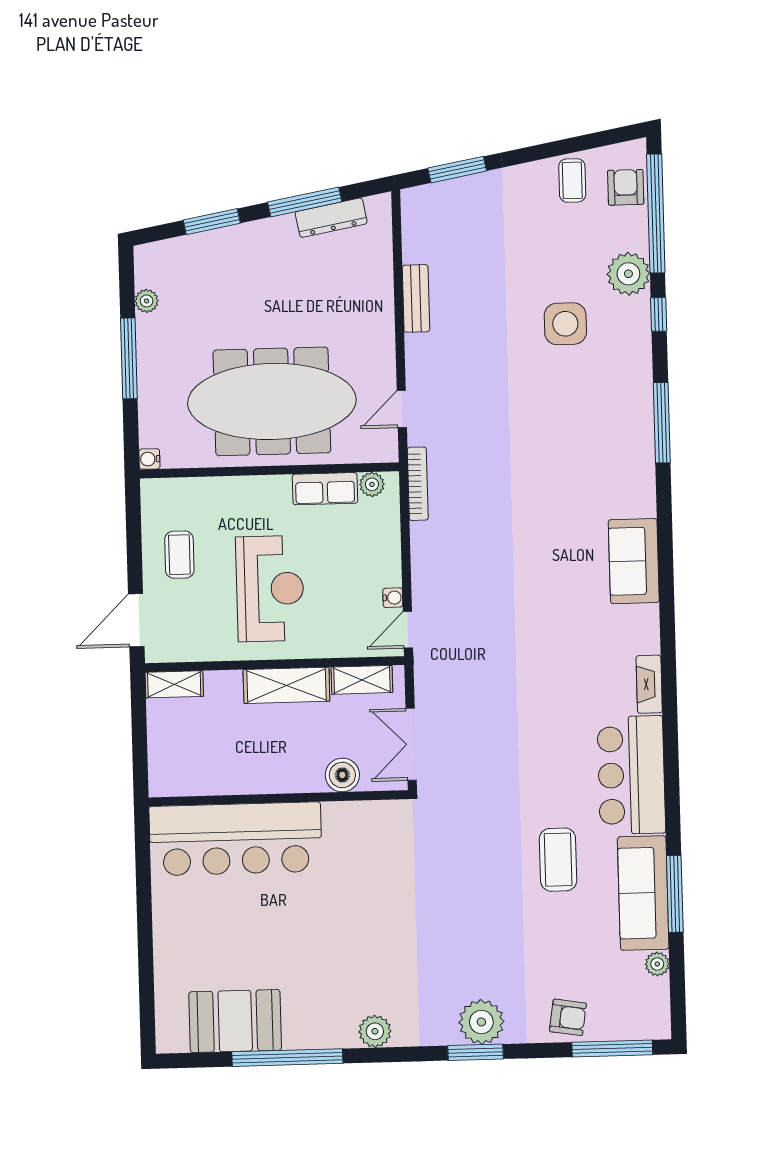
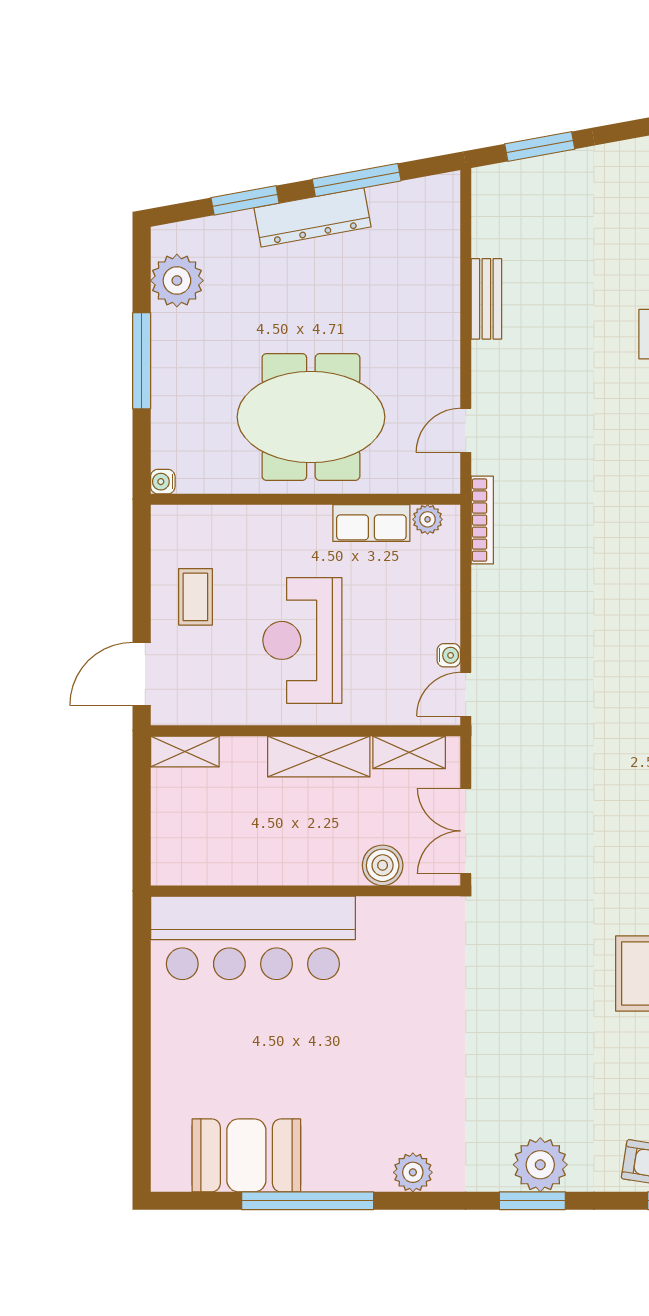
dresser: (331, 218) -> (313, 217), moved, width x1.37, depth x1.24
plant: (147, 301) -> (177, 281), width x1.88, depth x1.88
meeting table: (272, 401) -> (311, 417), width x0.73
reception desk: (270, 589) -> (302, 640), turned 180

